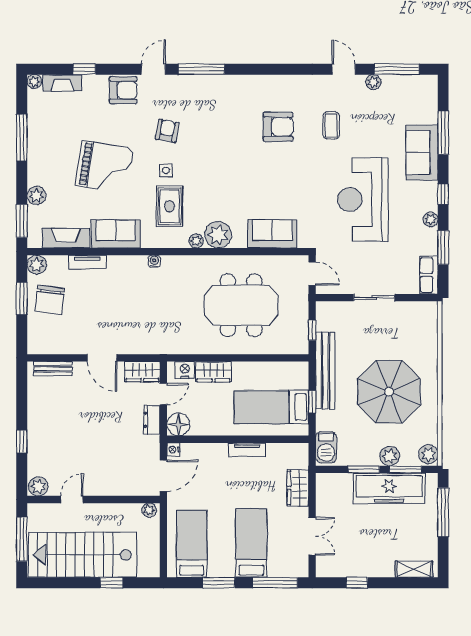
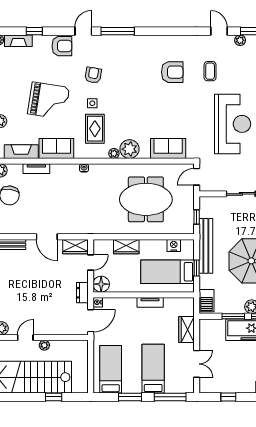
reception desk: (363, 199) -> (233, 124), turned 180
door: (312, 274) -> (197, 177), swing flipped
nightstand: (185, 370) -> (174, 245), moved
dresser: (152, 420) -> (82, 293), moved
plant: (149, 510) -> (44, 345), moved

